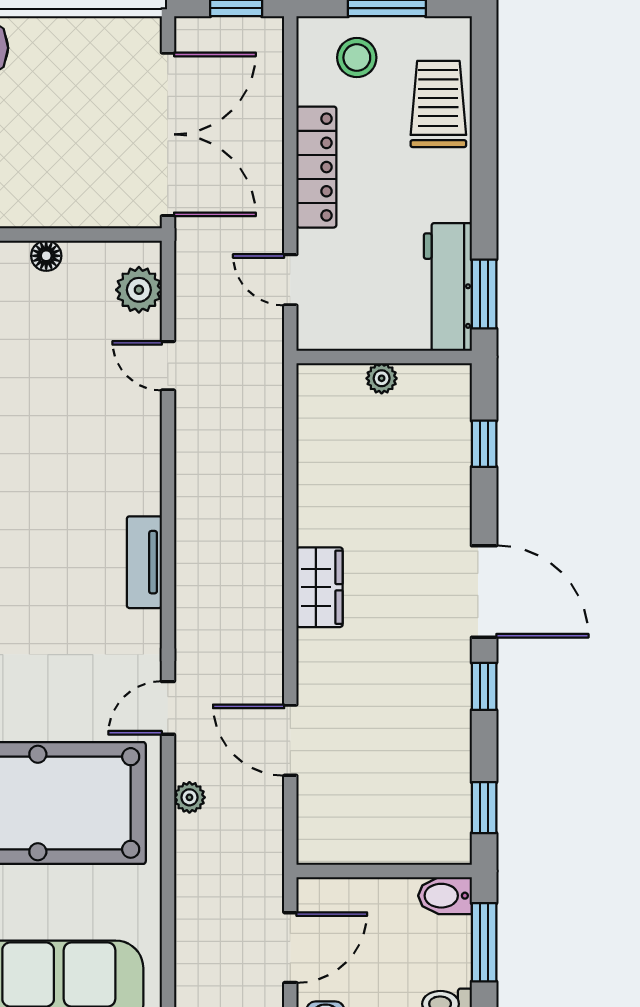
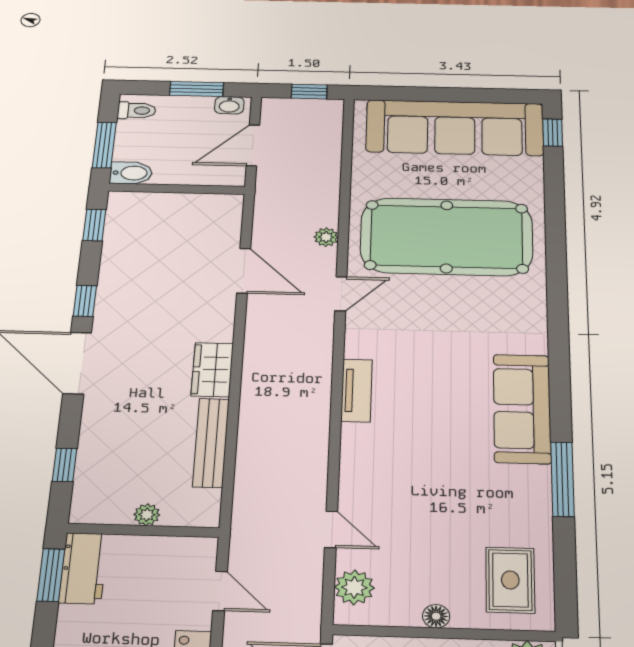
workbench: (448, 287) -> (83, 568), width x0.73
bench: (314, 481) -> (211, 443), added

